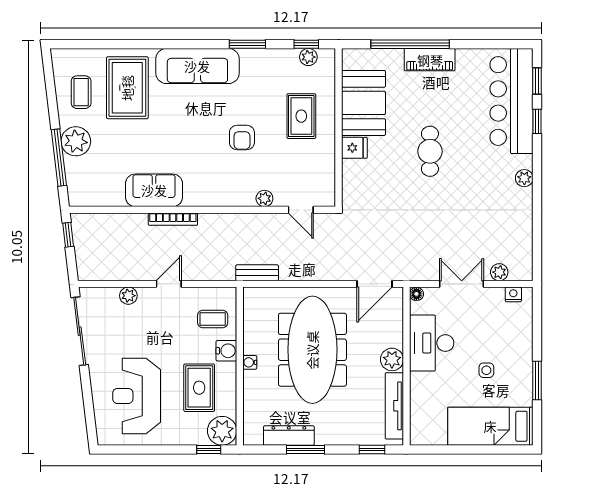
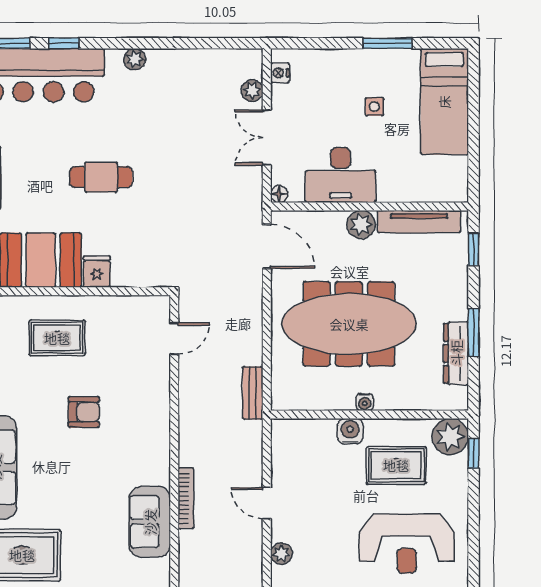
plant: (264, 198) -> (160, 384), removed
coffee table: (213, 319) -> (310, 448), removed

